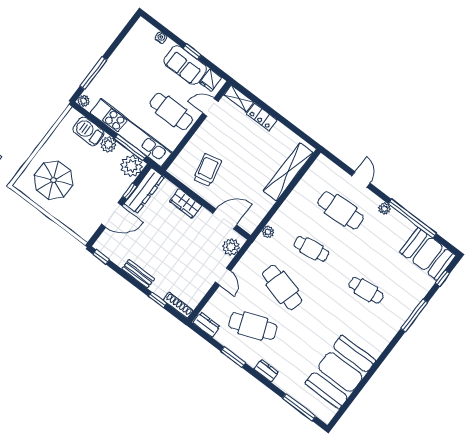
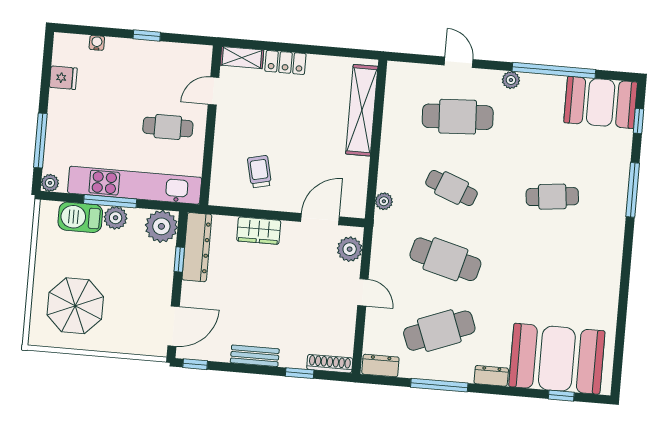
sofa: (185, 65) -> (149, 58), removed
fridge: (211, 80) -> (63, 78), moved, turned -90
cafe table: (171, 111) -> (168, 127), width x0.73, depth x0.74
window: (130, 147) -> (110, 201), moved
trolley: (207, 170) -> (259, 172), width x0.73, depth x0.72
door: (112, 215) -> (174, 326), moved
cafe table: (311, 249) -> (452, 188), turned 30
window: (233, 357) -> (439, 385), width x1.44
booth: (340, 372) -> (557, 359), moved, turned 90
window: (299, 407) -> (561, 396), width x0.46

